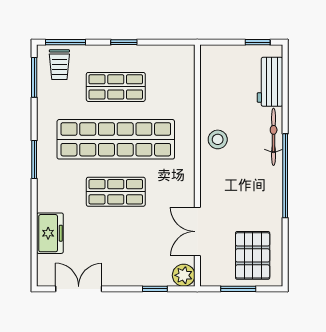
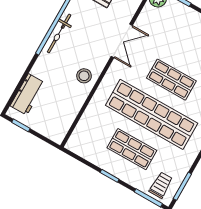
bicycle: (274, 137) -> (59, 34), moved
double door: (197, 232) -> (122, 41), moved

